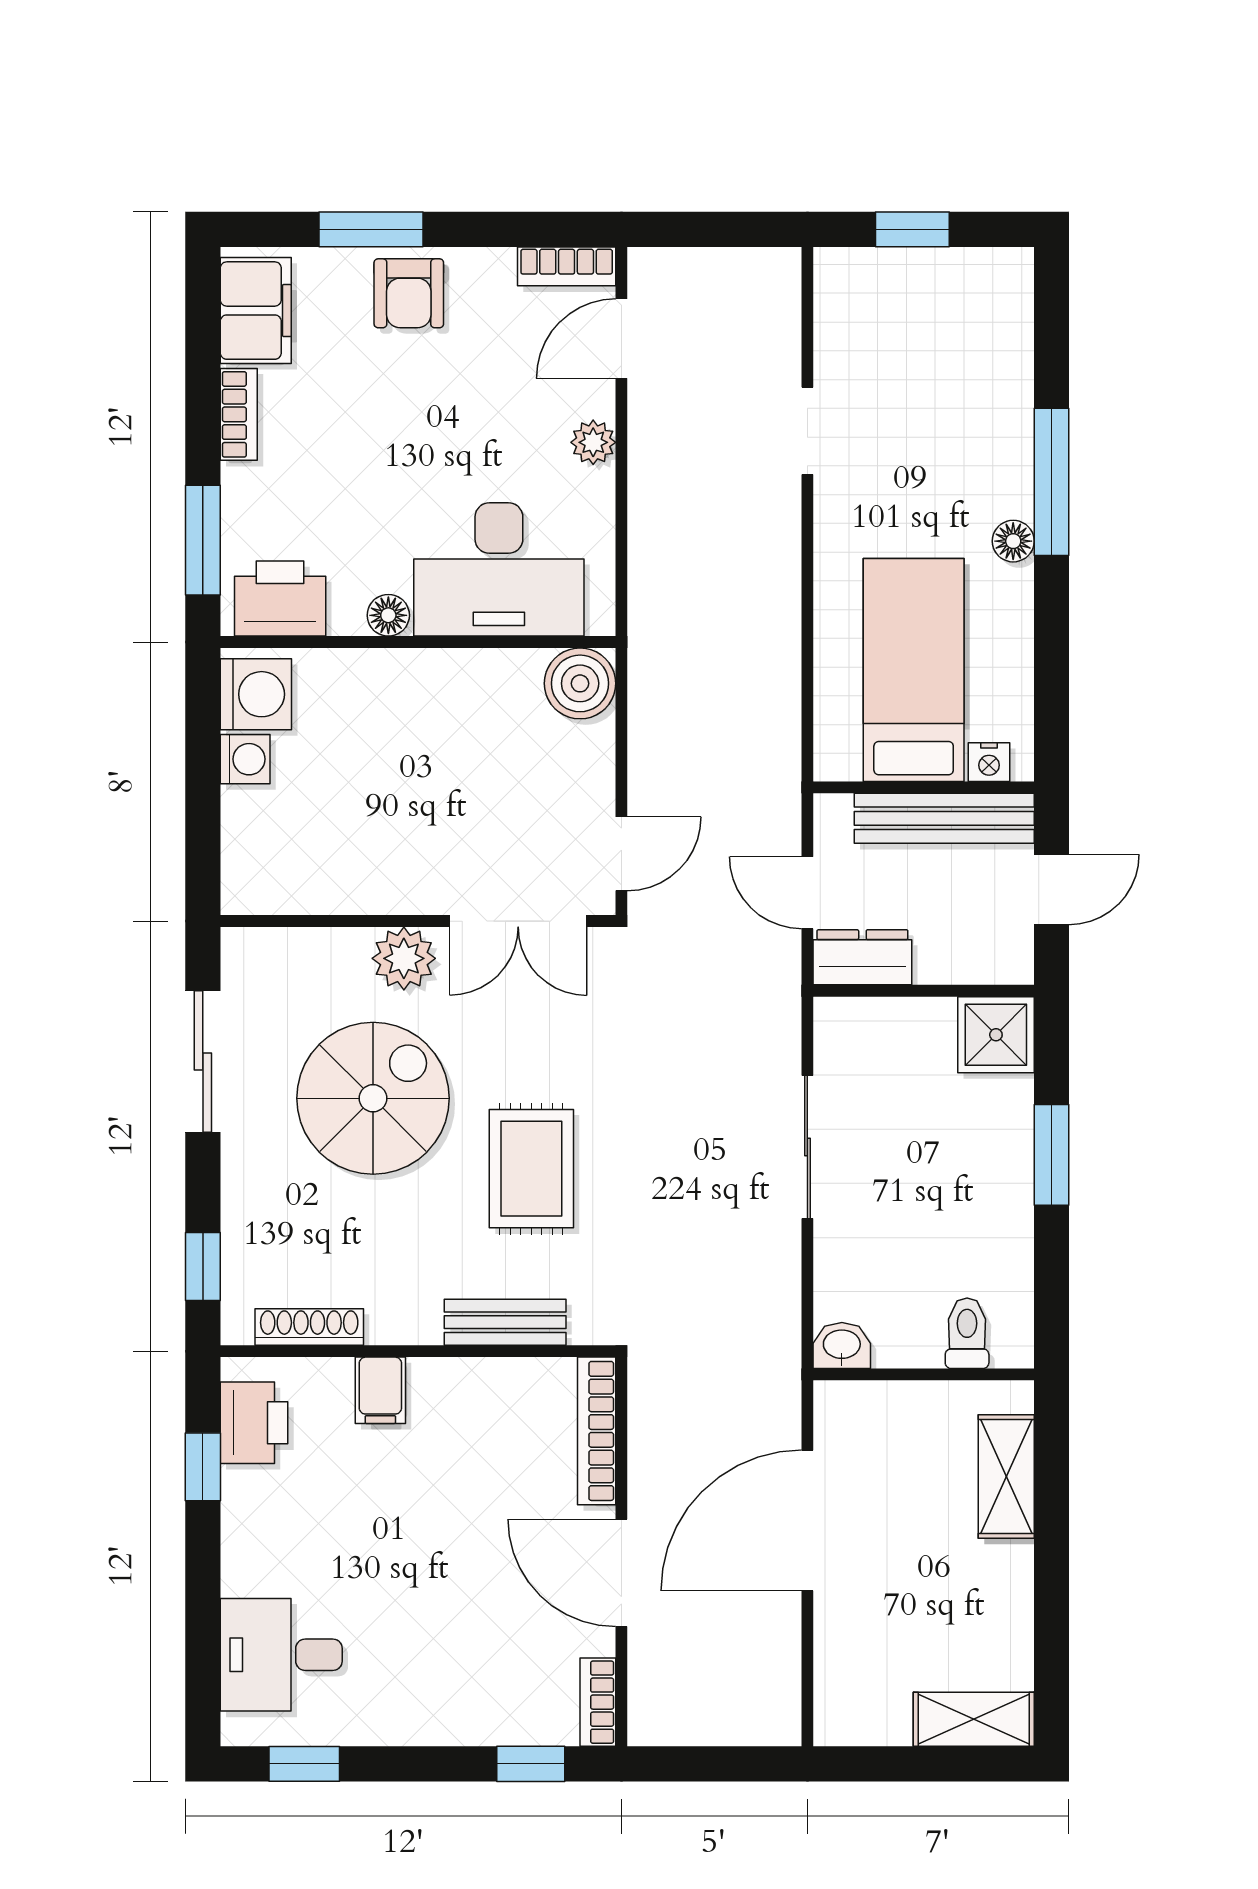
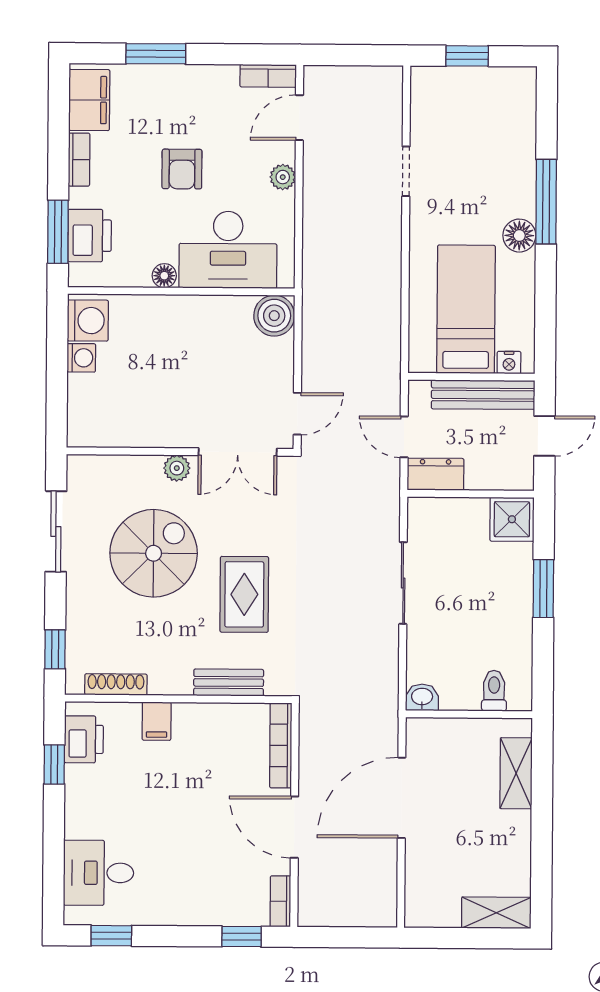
armchair: (409, 293) -> (182, 169), moved
floor lamp: (1013, 541) -> (519, 236), width x1.37, depth x1.37
printer: (280, 599) -> (90, 236), moved, turned 90
plant: (404, 958) -> (177, 468), width x0.73, depth x0.73

